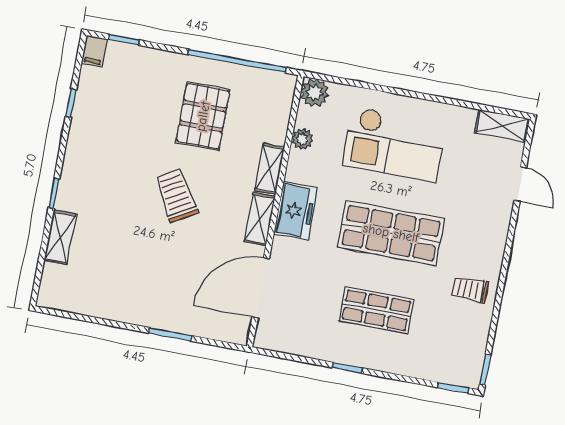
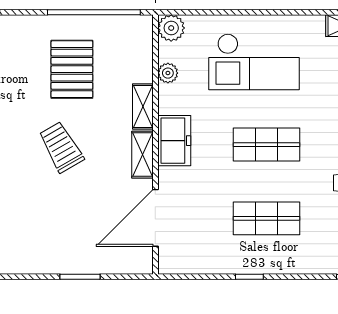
shop shelf: (391, 233) -> (266, 145), width x0.70, depth x0.74

